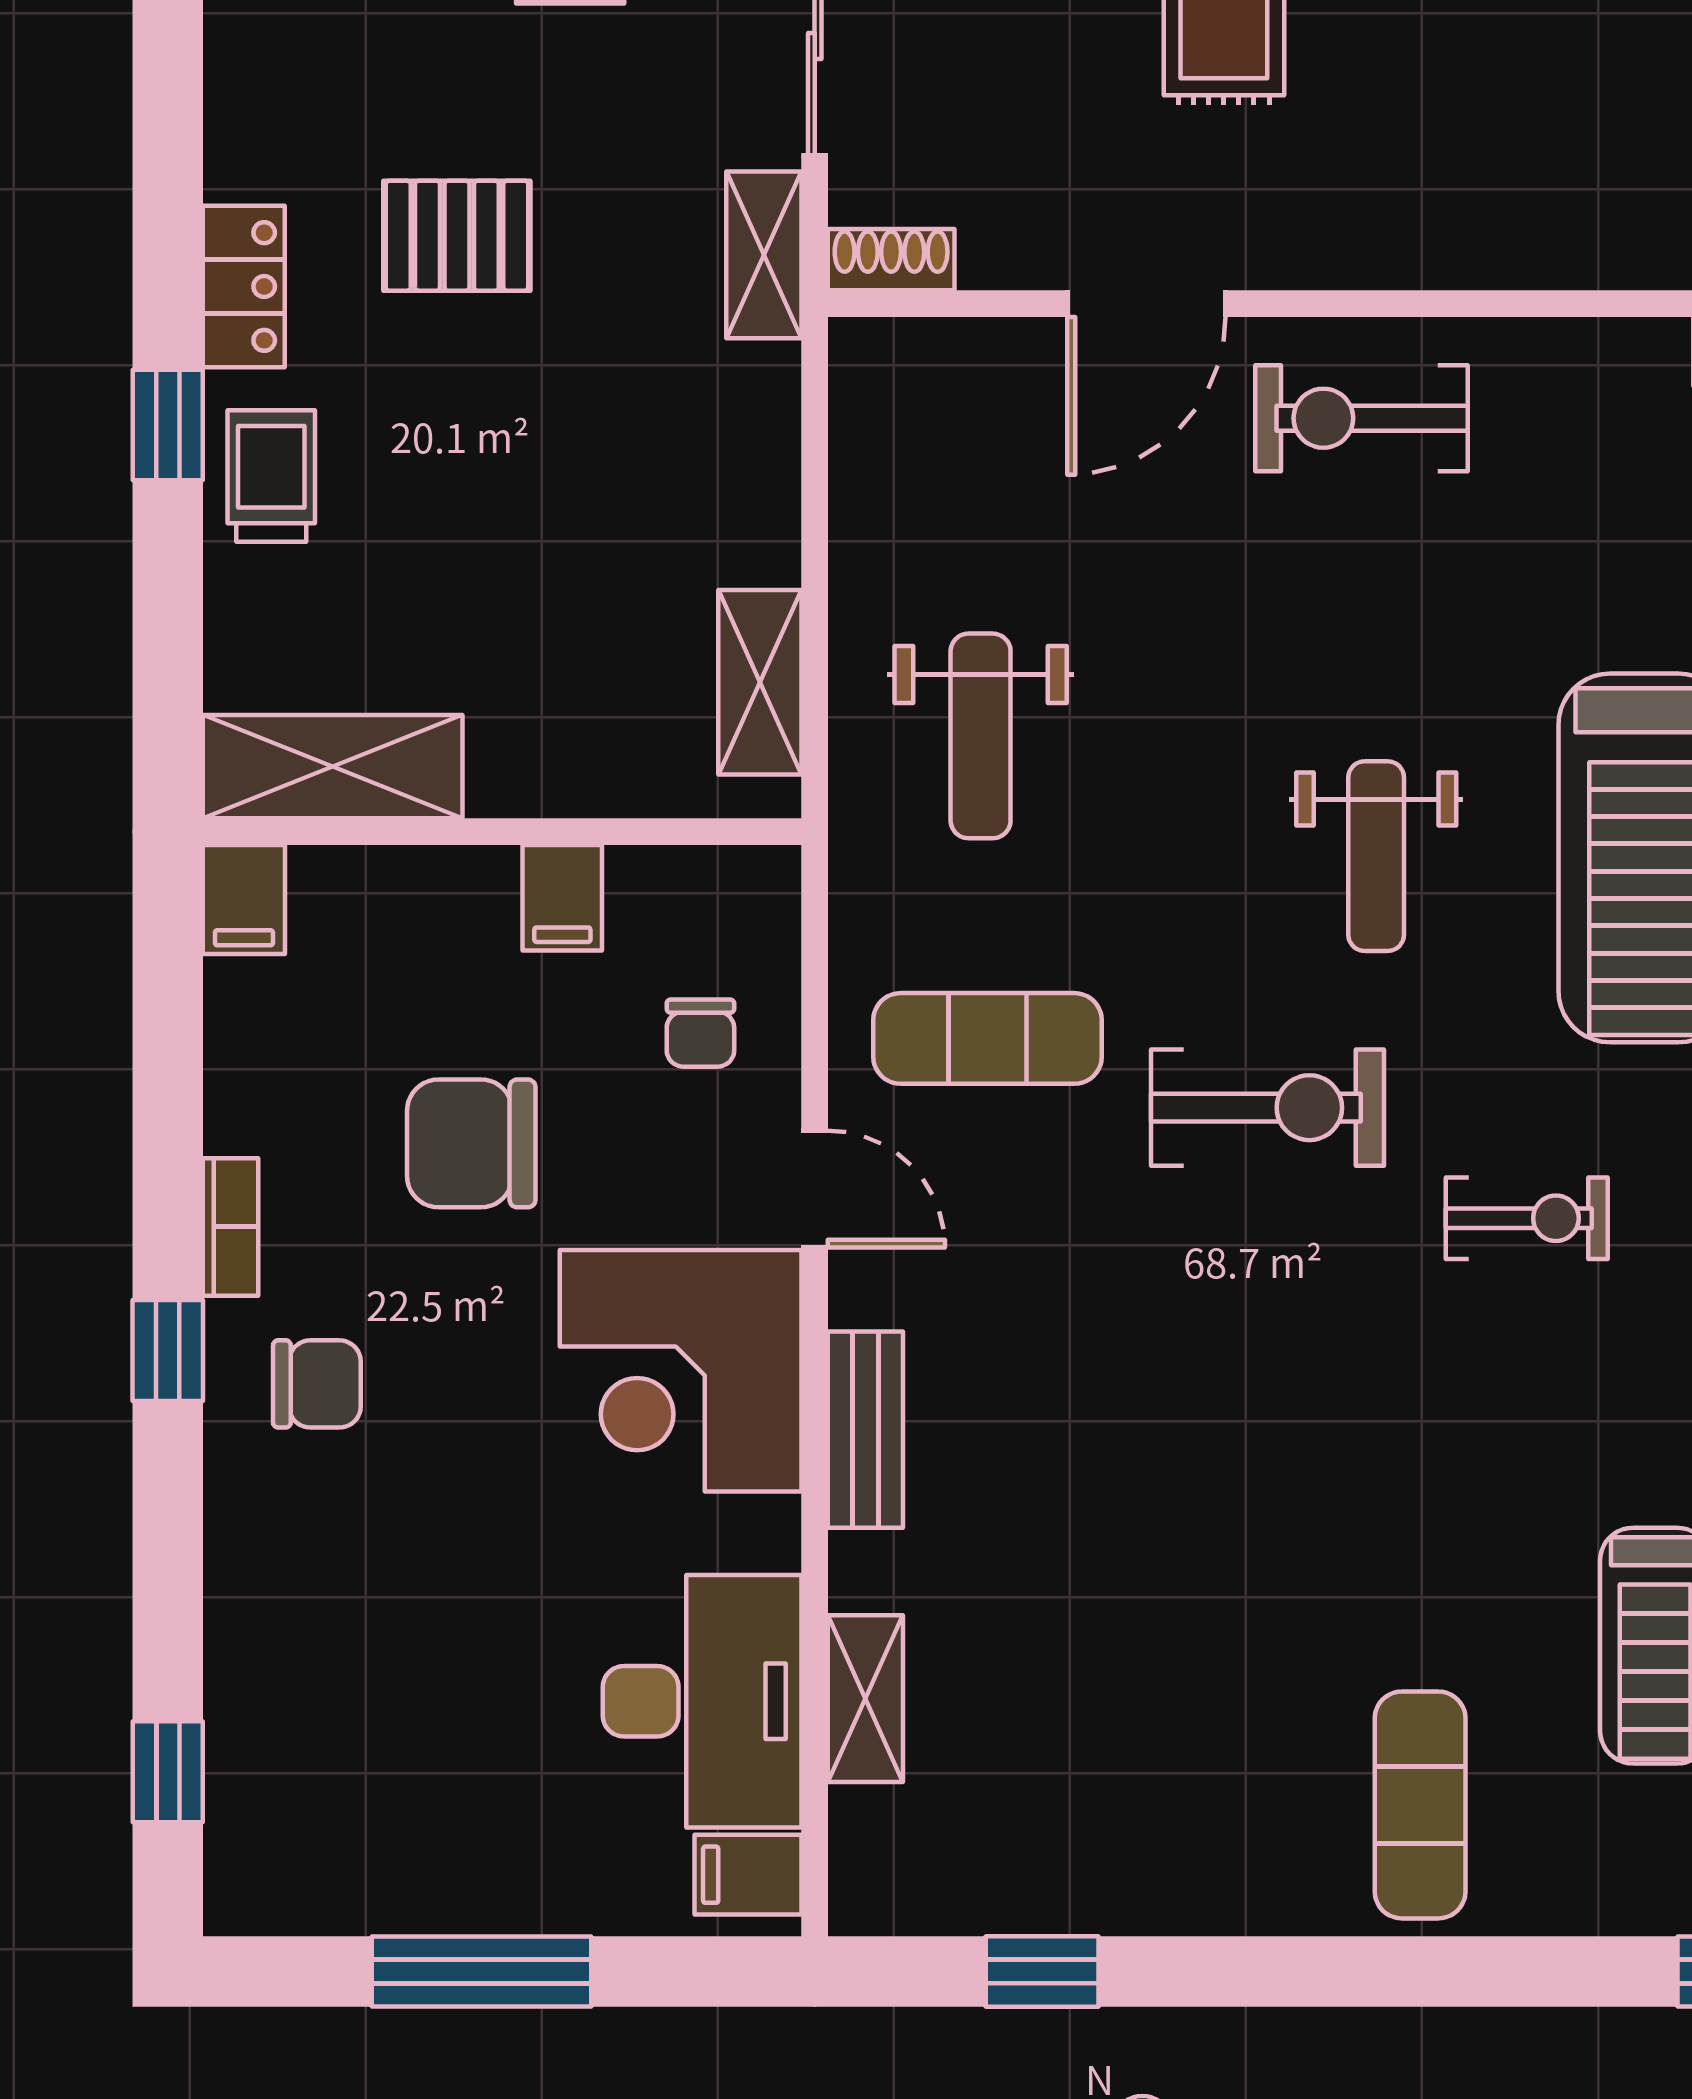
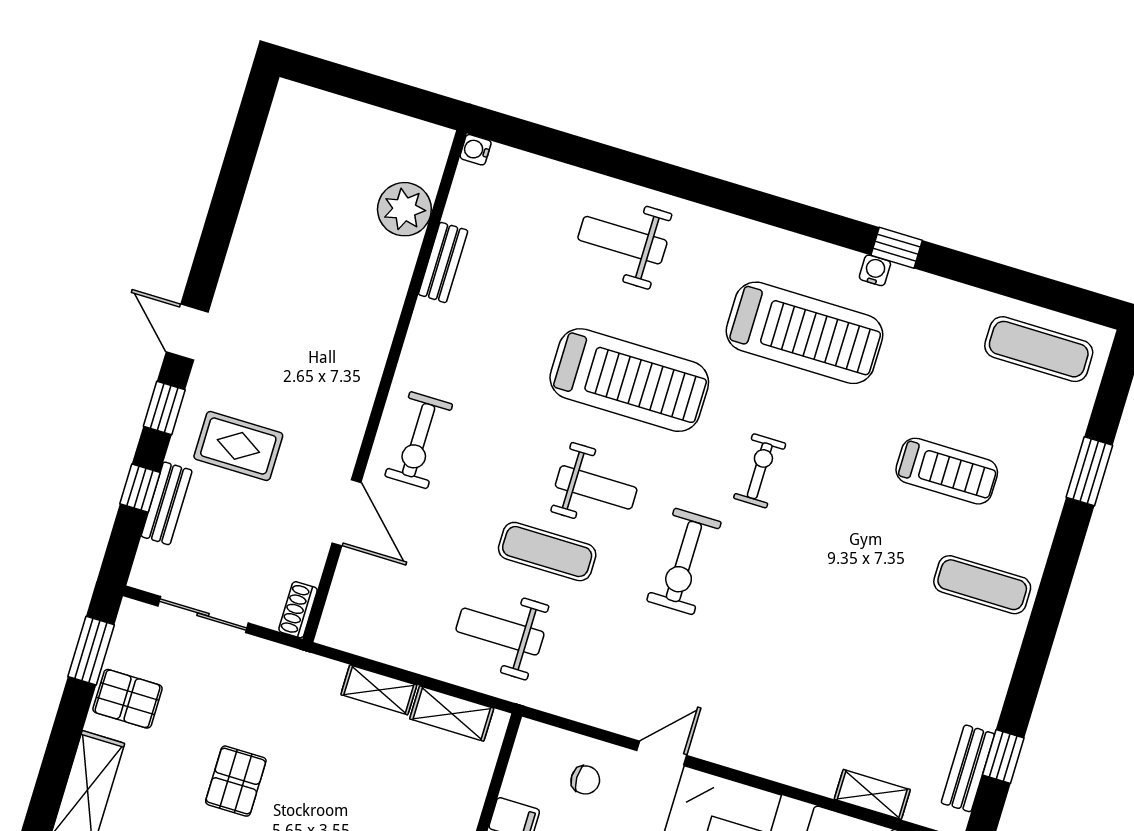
shelving: (764, 255) -> (379, 690), moved
weight bench: (981, 736) -> (500, 632), turned 180
exercise mat: (988, 1038) -> (547, 552), moved, turned 90
exercise bike: (1267, 1108) -> (684, 561), turned 180
bench: (865, 1430) -> (968, 768), moved, turned 90

